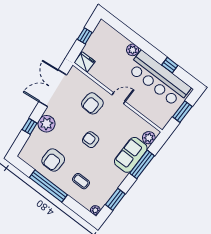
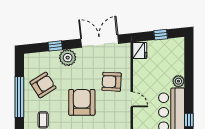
armchair: (91, 140) -> (82, 102), width x1.88, depth x1.88
armchair: (53, 160) -> (43, 85), turned 148

